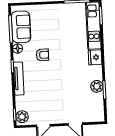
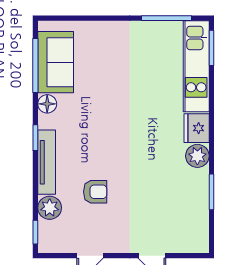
armchair: (42, 55) -> (95, 192), moved
plant: (97, 86) -> (197, 156), moved
plant: (22, 117) -> (50, 208), moved

